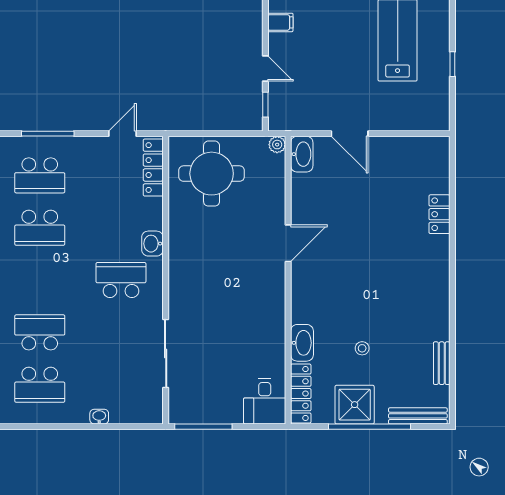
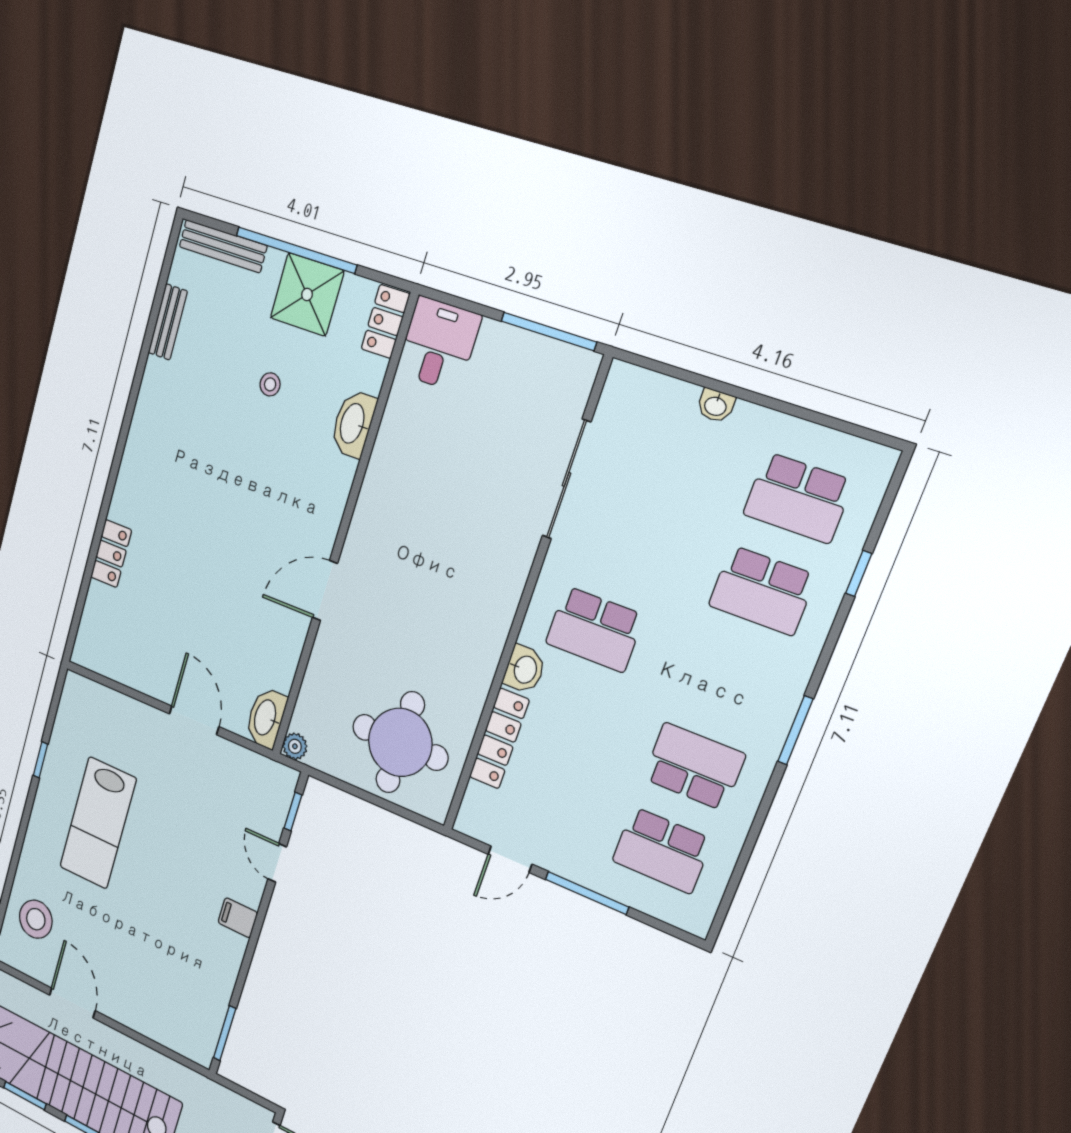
window: (48, 134) -> (587, 893), moved
locker: (153, 168) -> (499, 739), moved
school desk: (40, 175) -> (662, 850), turned 180
school desk: (40, 385) -> (798, 498), turned 180
locker: (301, 394) -> (385, 321), width x0.66

